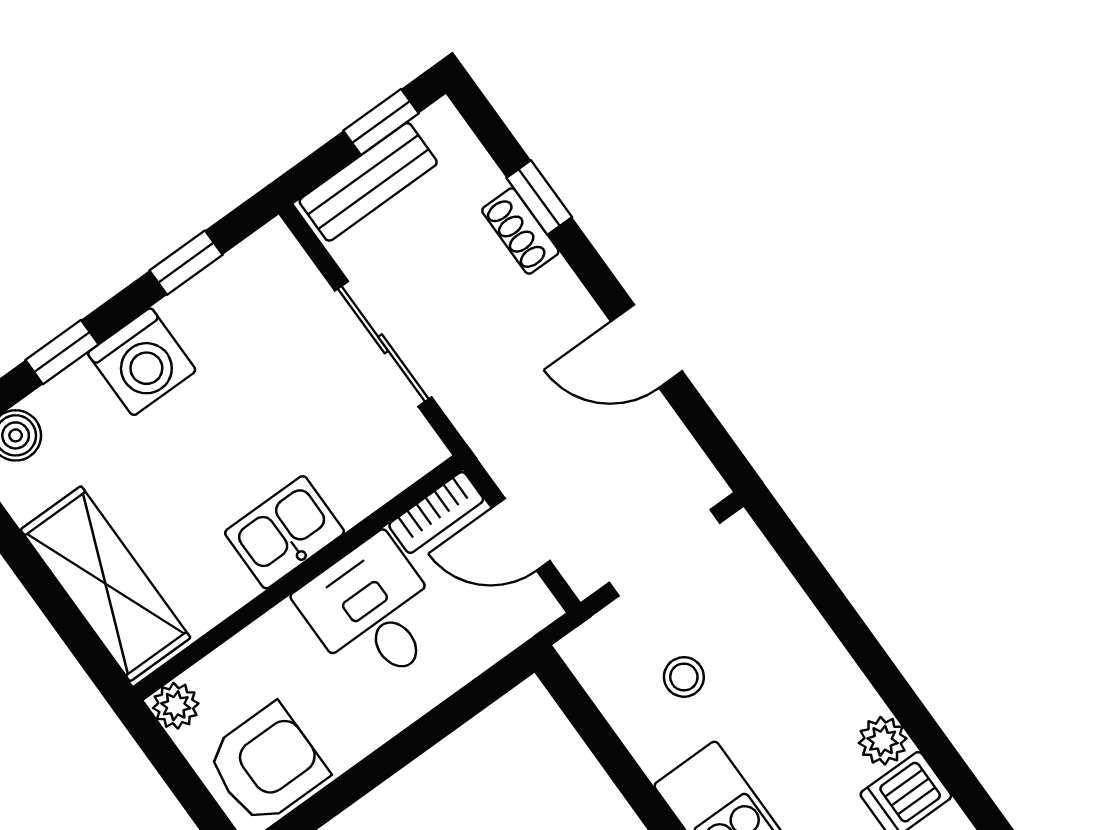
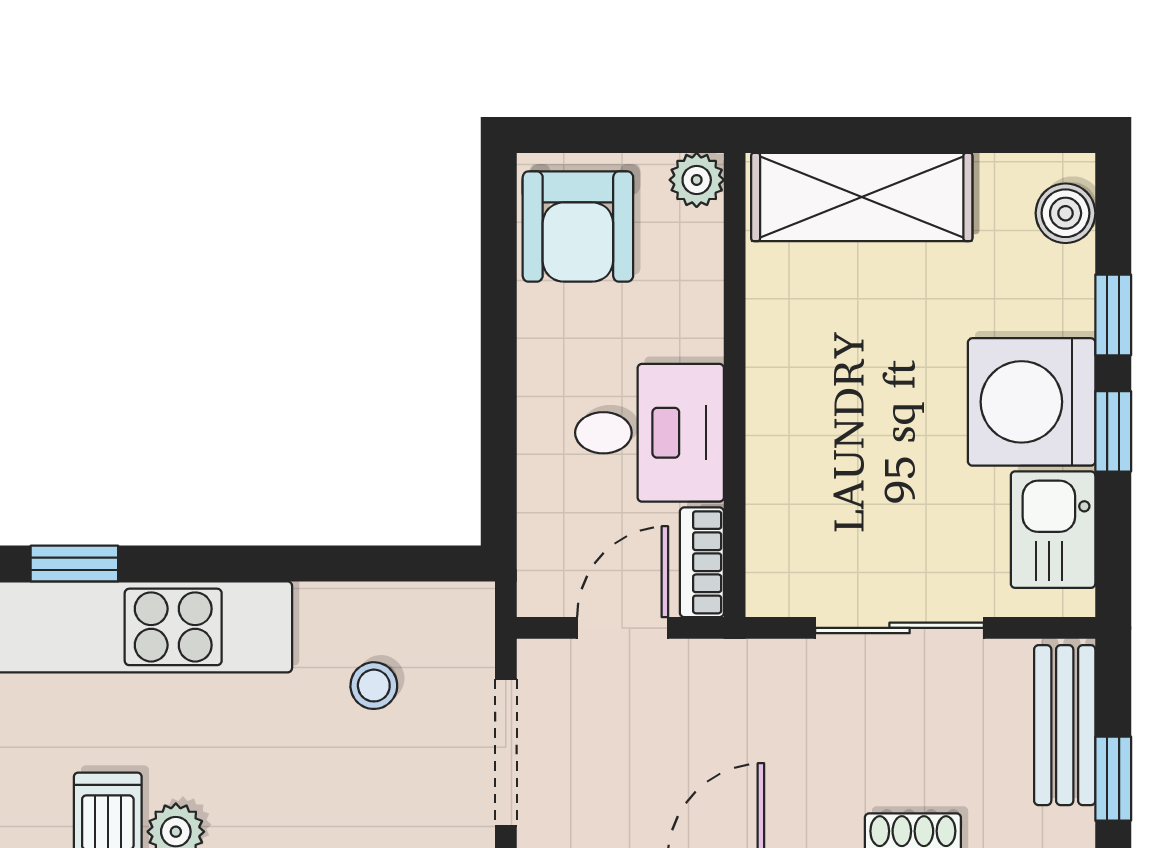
window: (186, 263) -> (1113, 431), moved
washing machine: (142, 362) -> (1032, 402), width x1.37, depth x1.37
kitchen sink: (285, 532) -> (1053, 530), moved, turned 180

